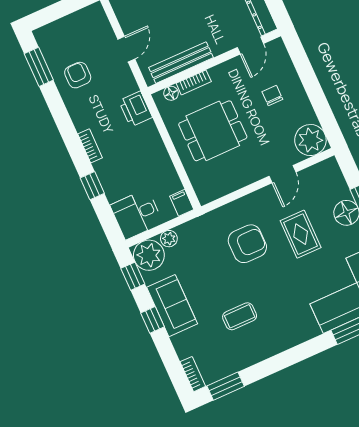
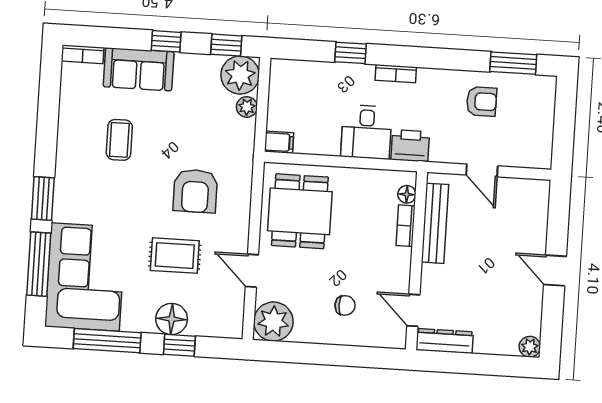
dining table: (213, 131) -> (300, 211), moved
desk: (137, 214) -> (366, 132), moved, turned 180
sofa: (172, 306) -> (139, 69), moved
window: (226, 386) -> (43, 199), moved

